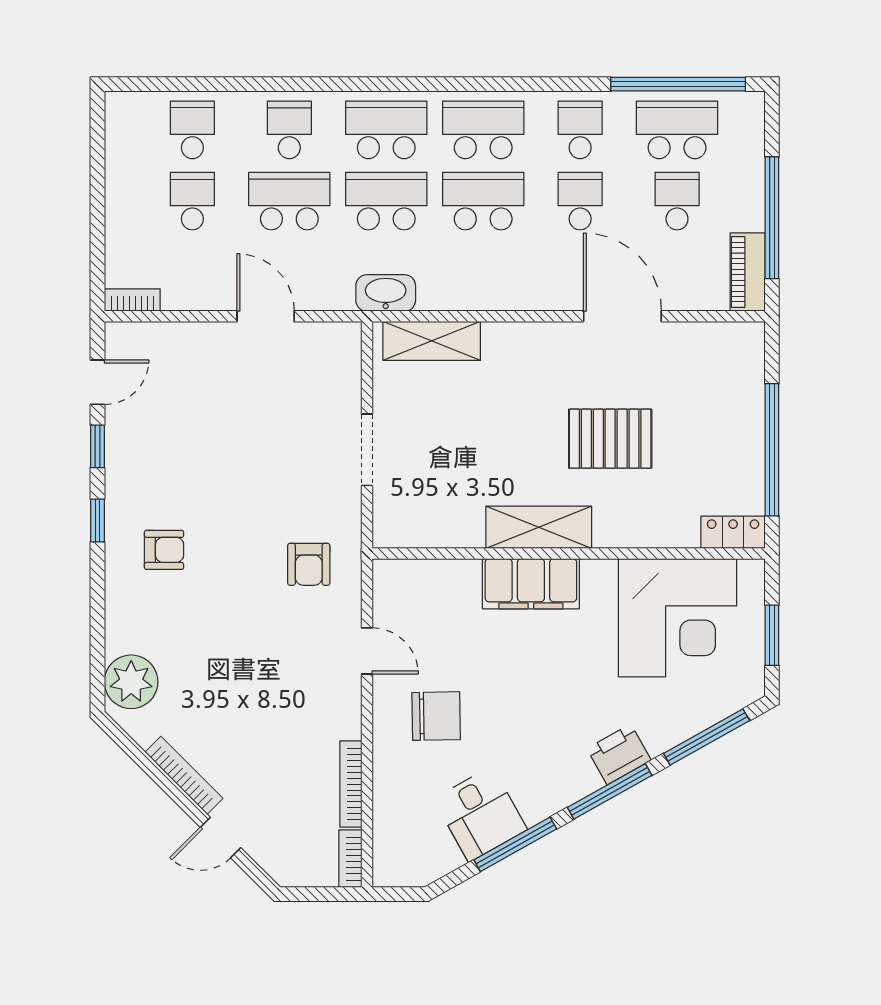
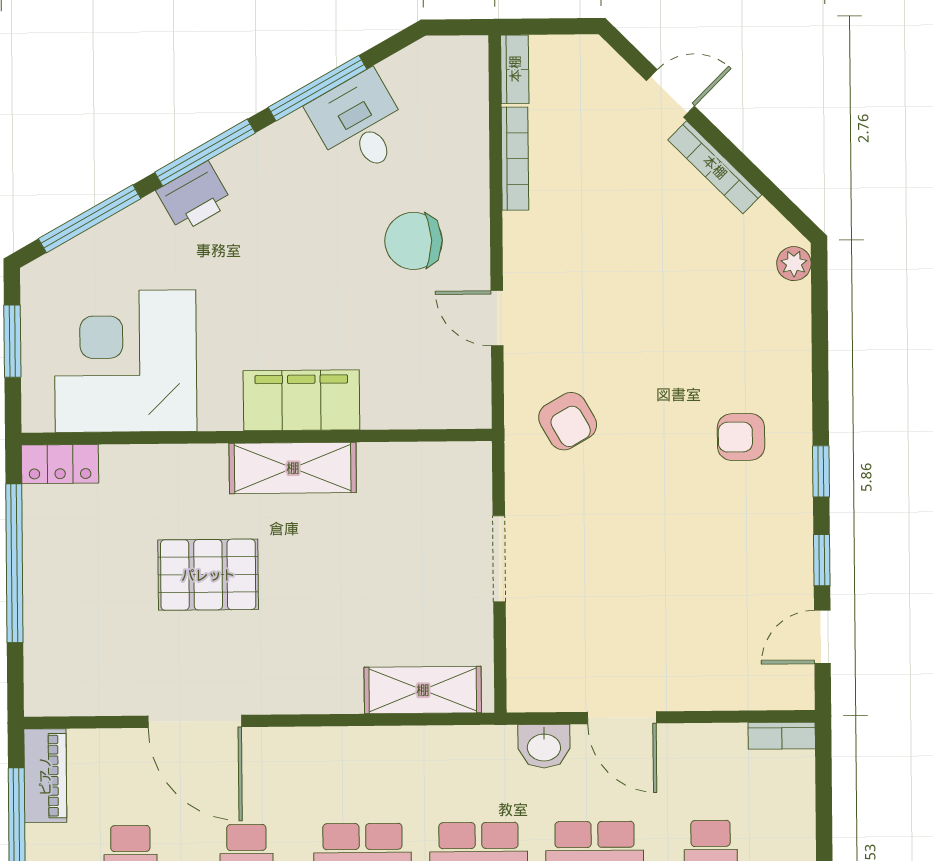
washbasin: (386, 293) -> (544, 746), moved, width x0.72
armchair: (309, 564) -> (568, 421), turned 150
plant: (131, 682) -> (794, 264), width x0.53, depth x0.53

